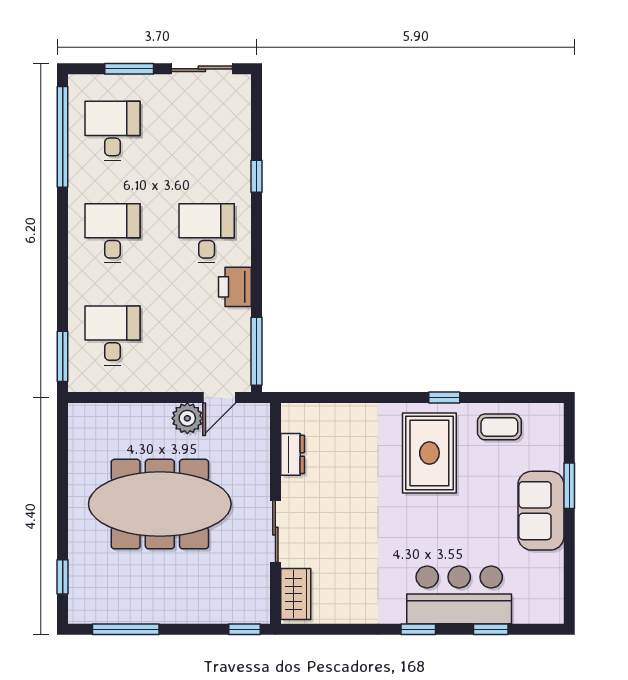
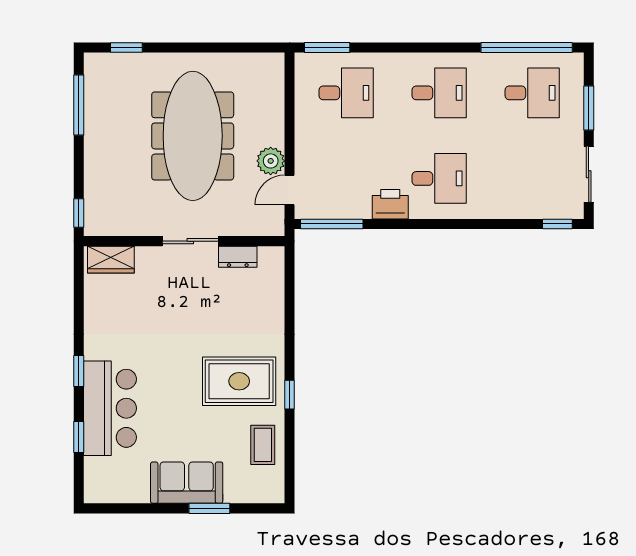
window: (257, 176) -> (557, 224), moved
door: (219, 398) -> (290, 190), hinge flipped
sliding door: (275, 531) -> (190, 241), moved

